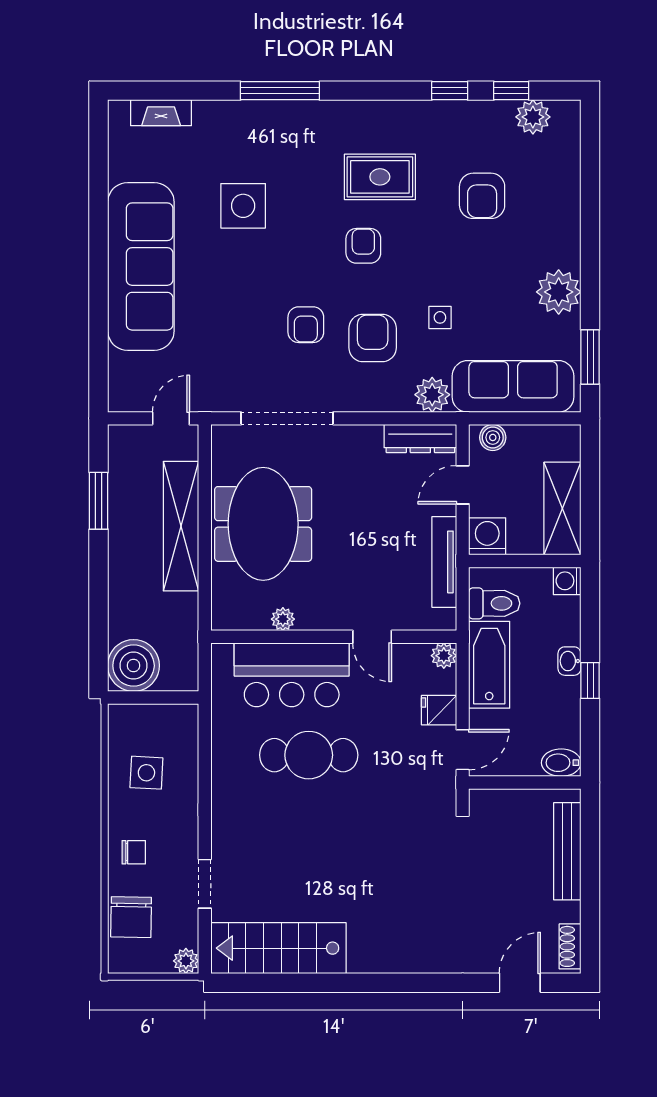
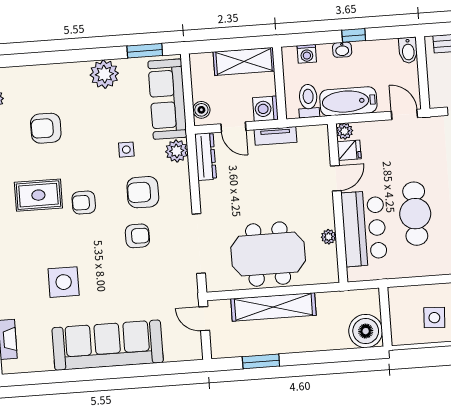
rug: (380, 177) -> (38, 195), turned 90
armchair: (482, 196) -> (46, 128), turned 180
tv unit: (444, 562) -> (276, 136), width x0.71
washing machine: (567, 581) -> (307, 54), moved
fridge: (439, 710) -> (349, 150), moved, turned -90

